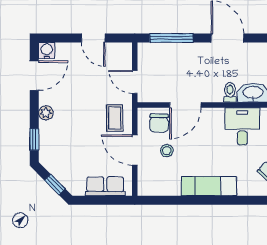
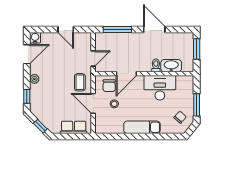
door: (135, 82) -> (93, 58), swing flipped
desk: (242, 126) -> (160, 88), width x1.37

